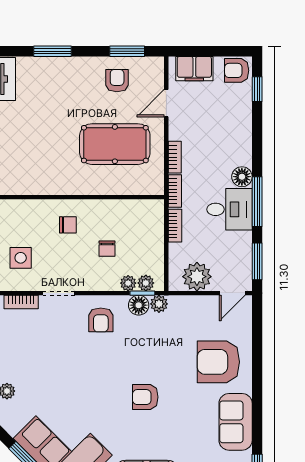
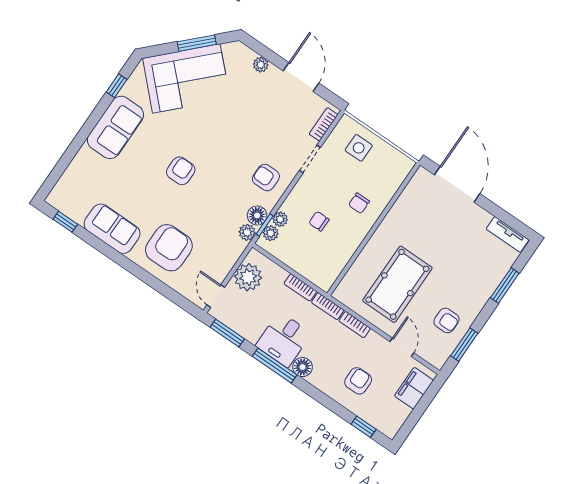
armchair: (237, 70) -> (358, 381), moved

